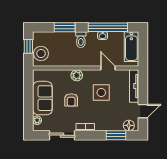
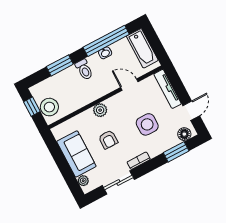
side table: (101, 93) -> (147, 124), moved

